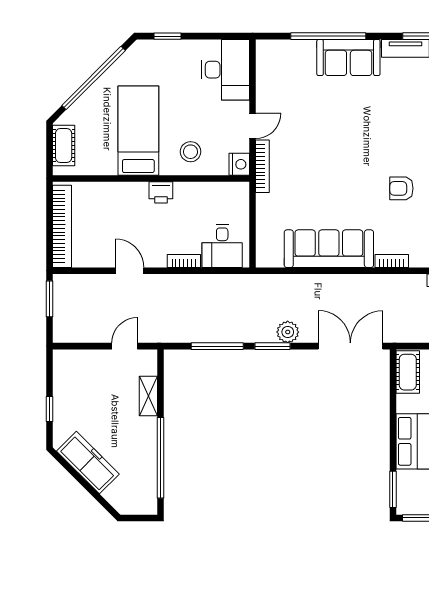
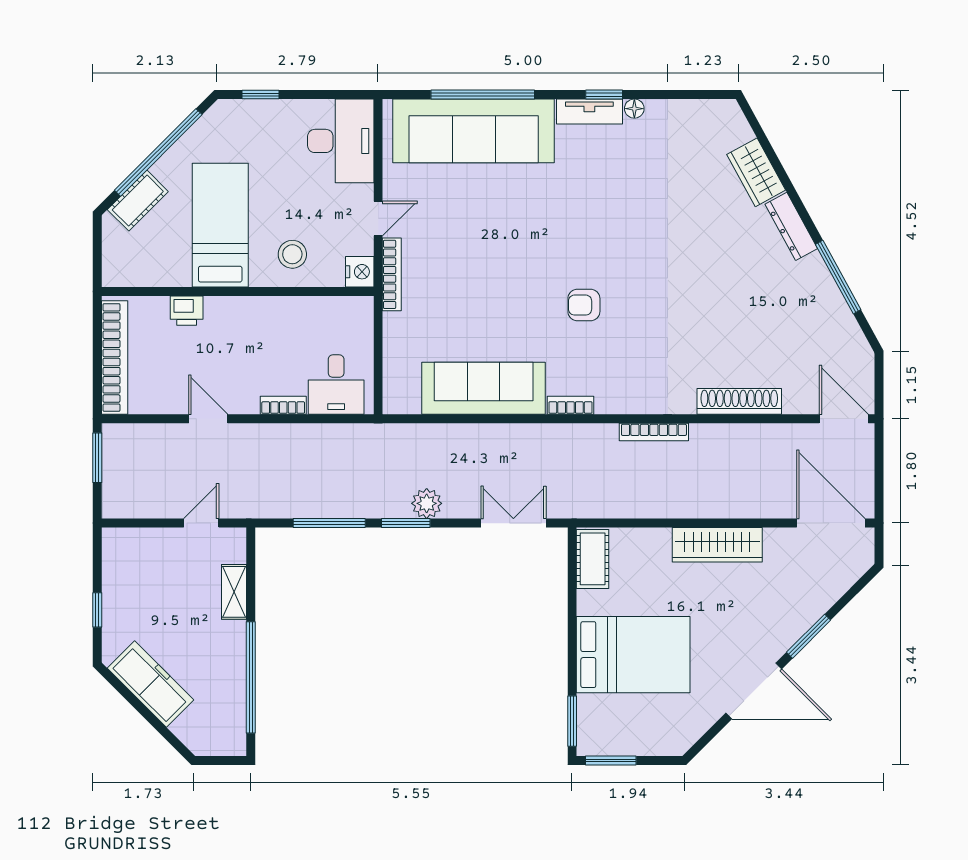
sofa: (348, 58) -> (474, 131), width x1.85, depth x1.27
cot: (64, 146) -> (138, 201), moved, turned 45
printer: (161, 192) -> (187, 311), moved
double door: (350, 346) -> (513, 523), width x0.73

